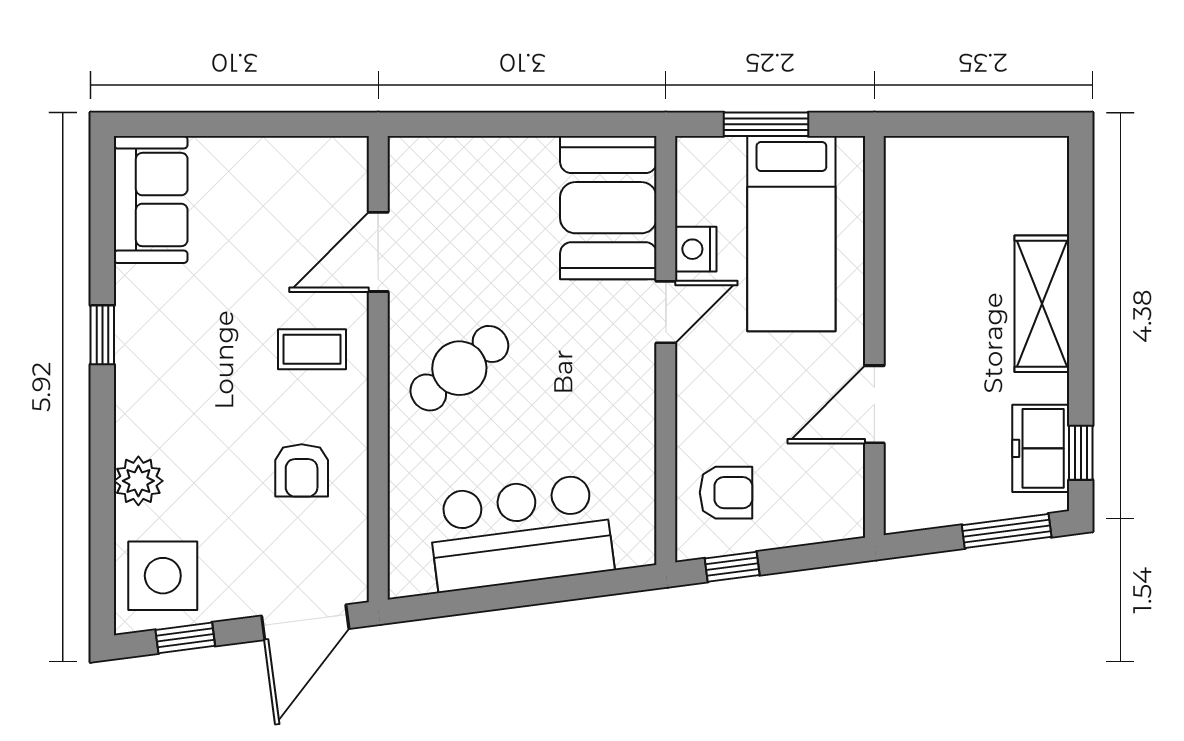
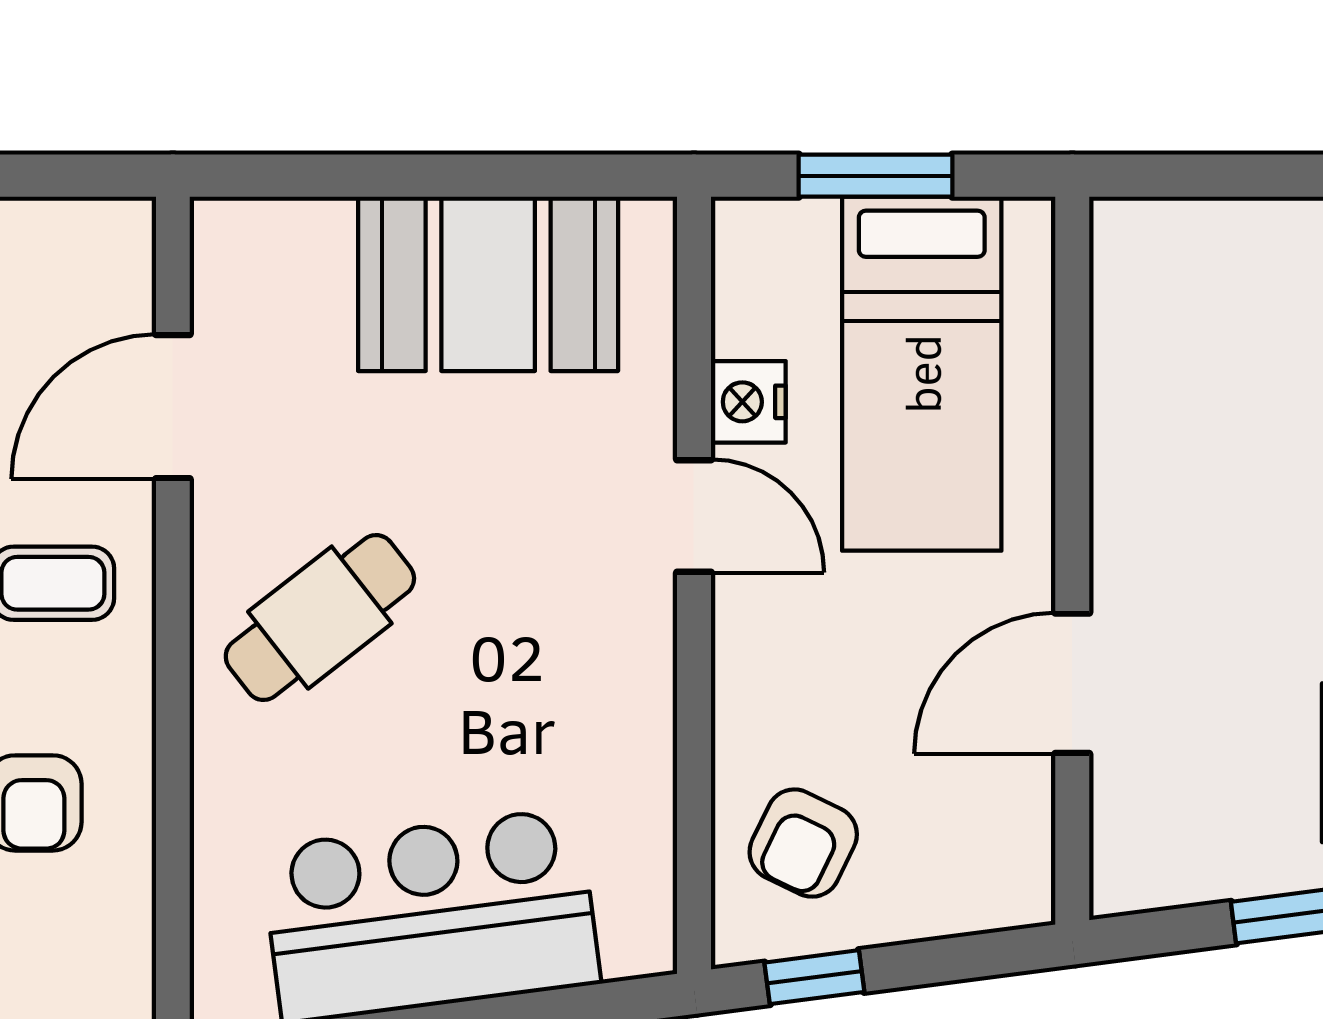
booth: (608, 208) -> (488, 284), moved, turned 90
door: (666, 312) -> (694, 516), hinge flipped
armchair: (726, 493) -> (803, 843), turned 116

